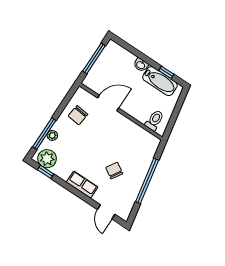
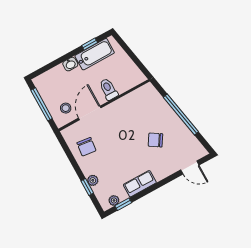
stool: (102, 80) -> (66, 108), added
toilet: (155, 120) -> (108, 89), moved
window: (44, 134) -> (87, 187), width x0.46
plant: (47, 159) -> (114, 200), width x0.53, depth x0.53
row of seats: (82, 185) -> (140, 184), moved

